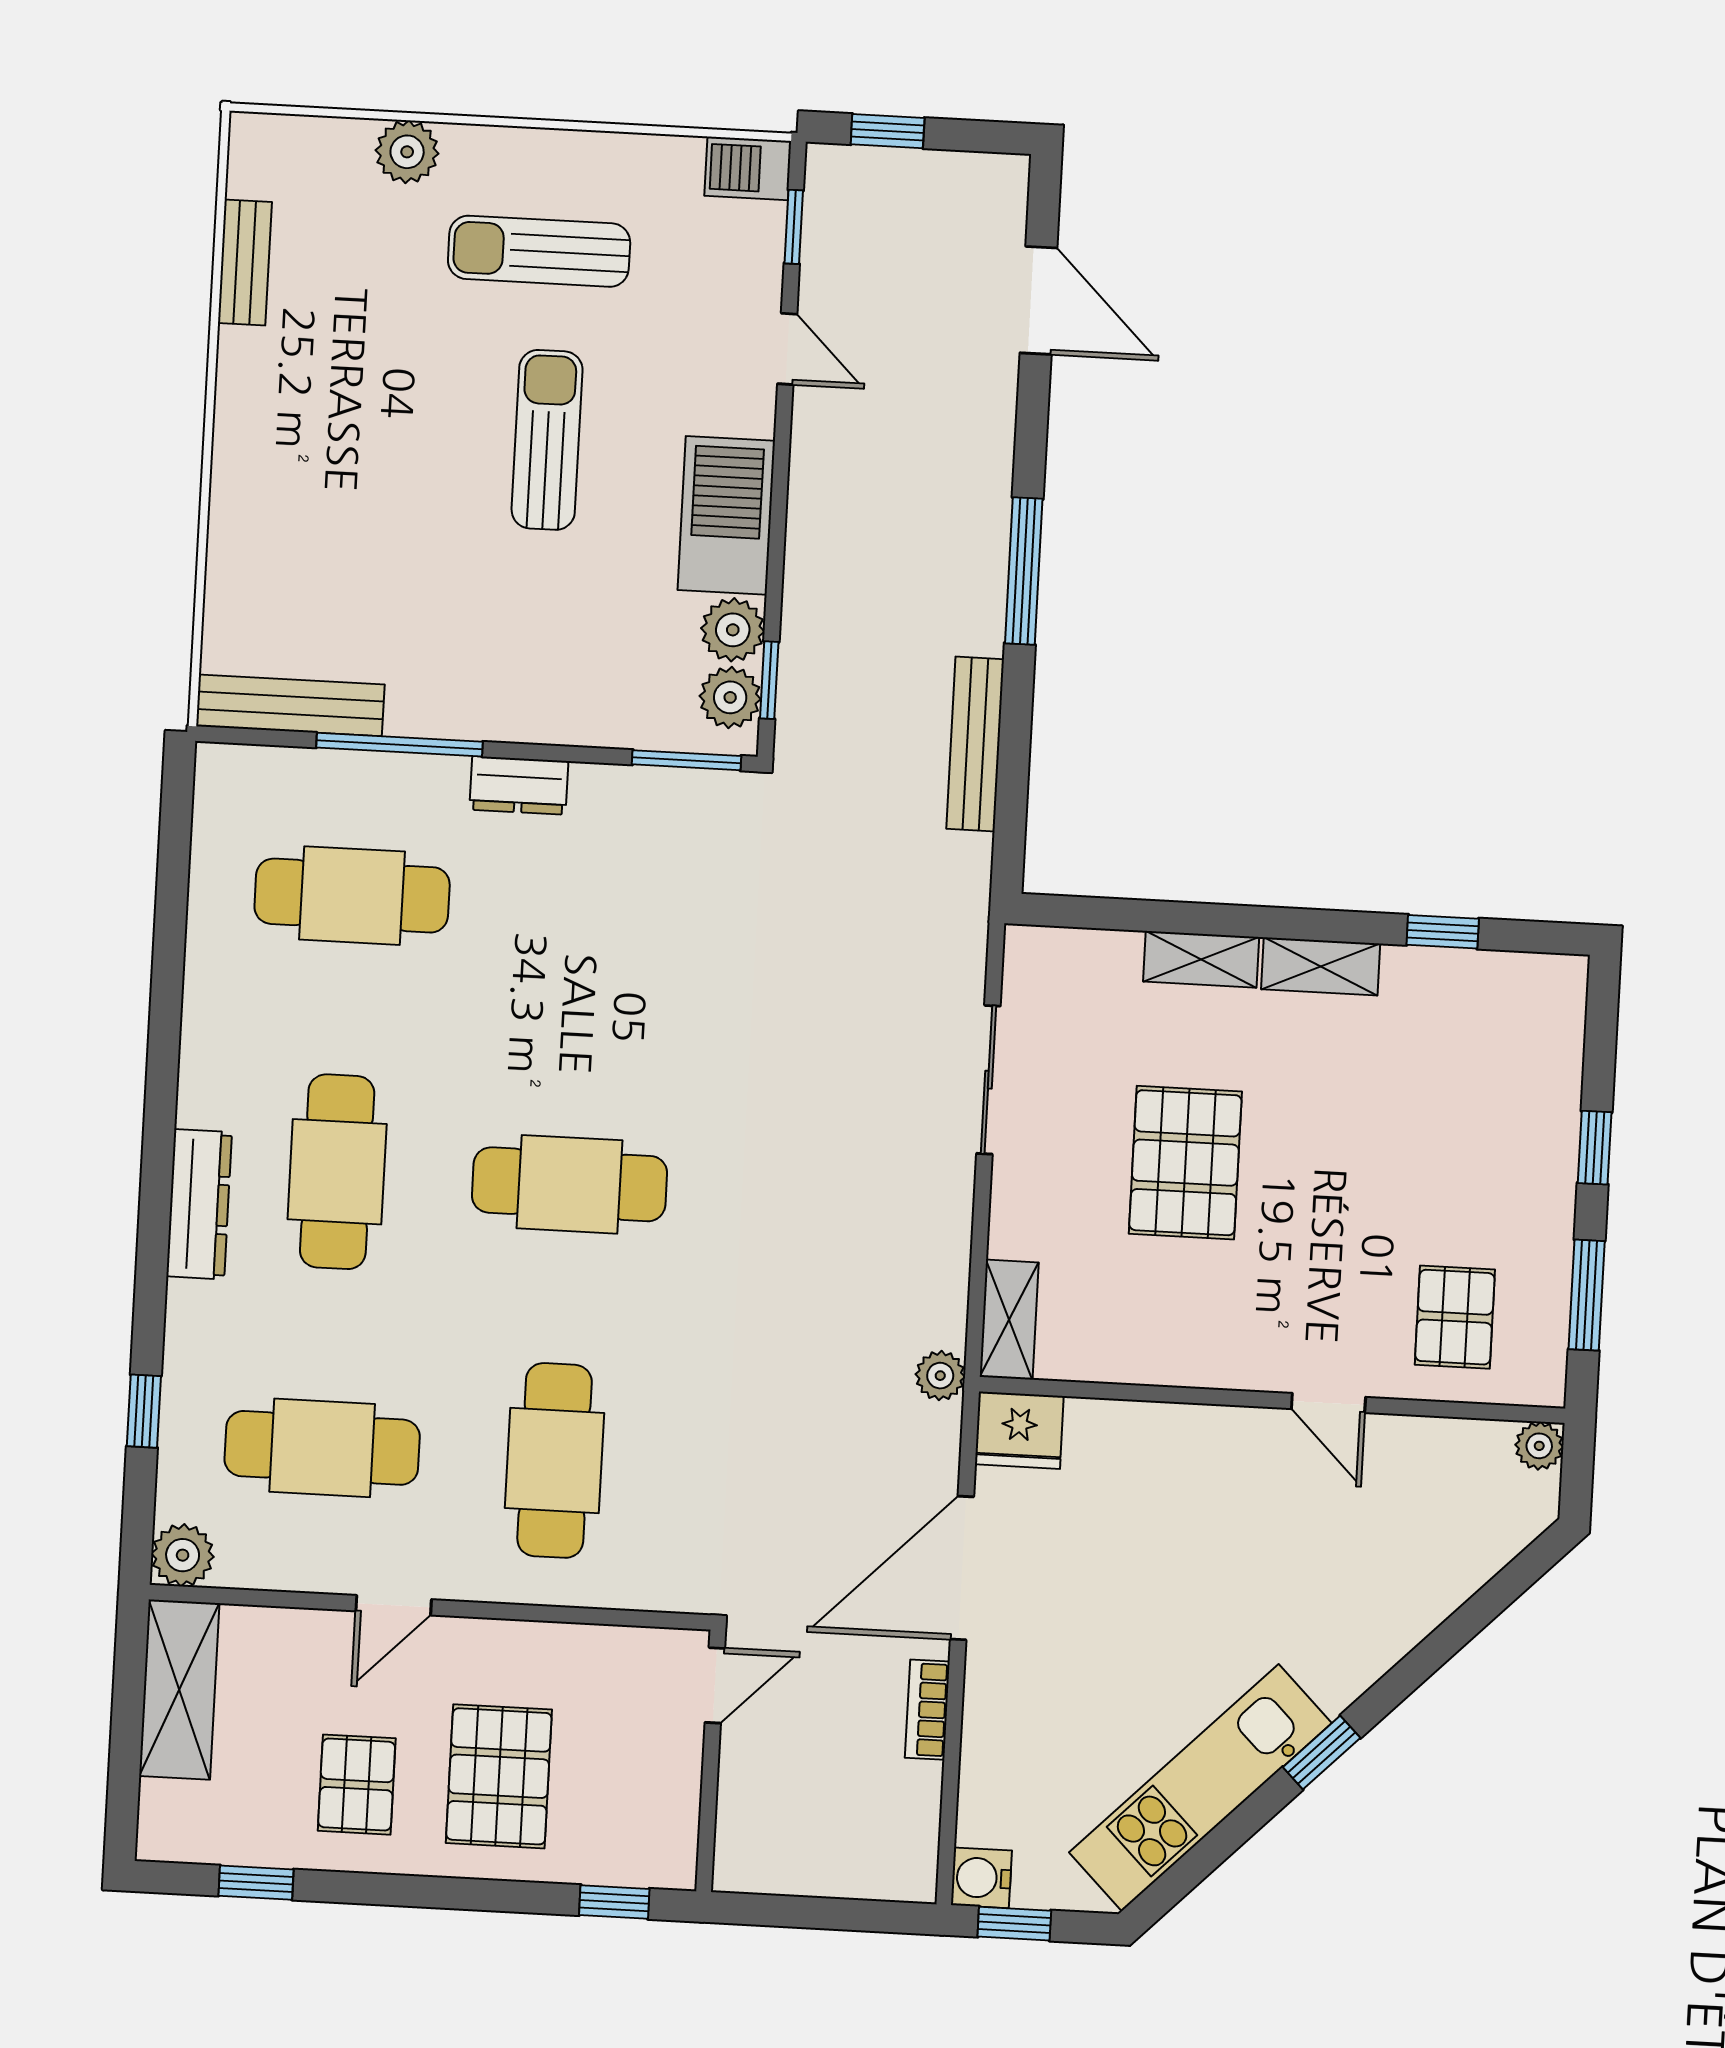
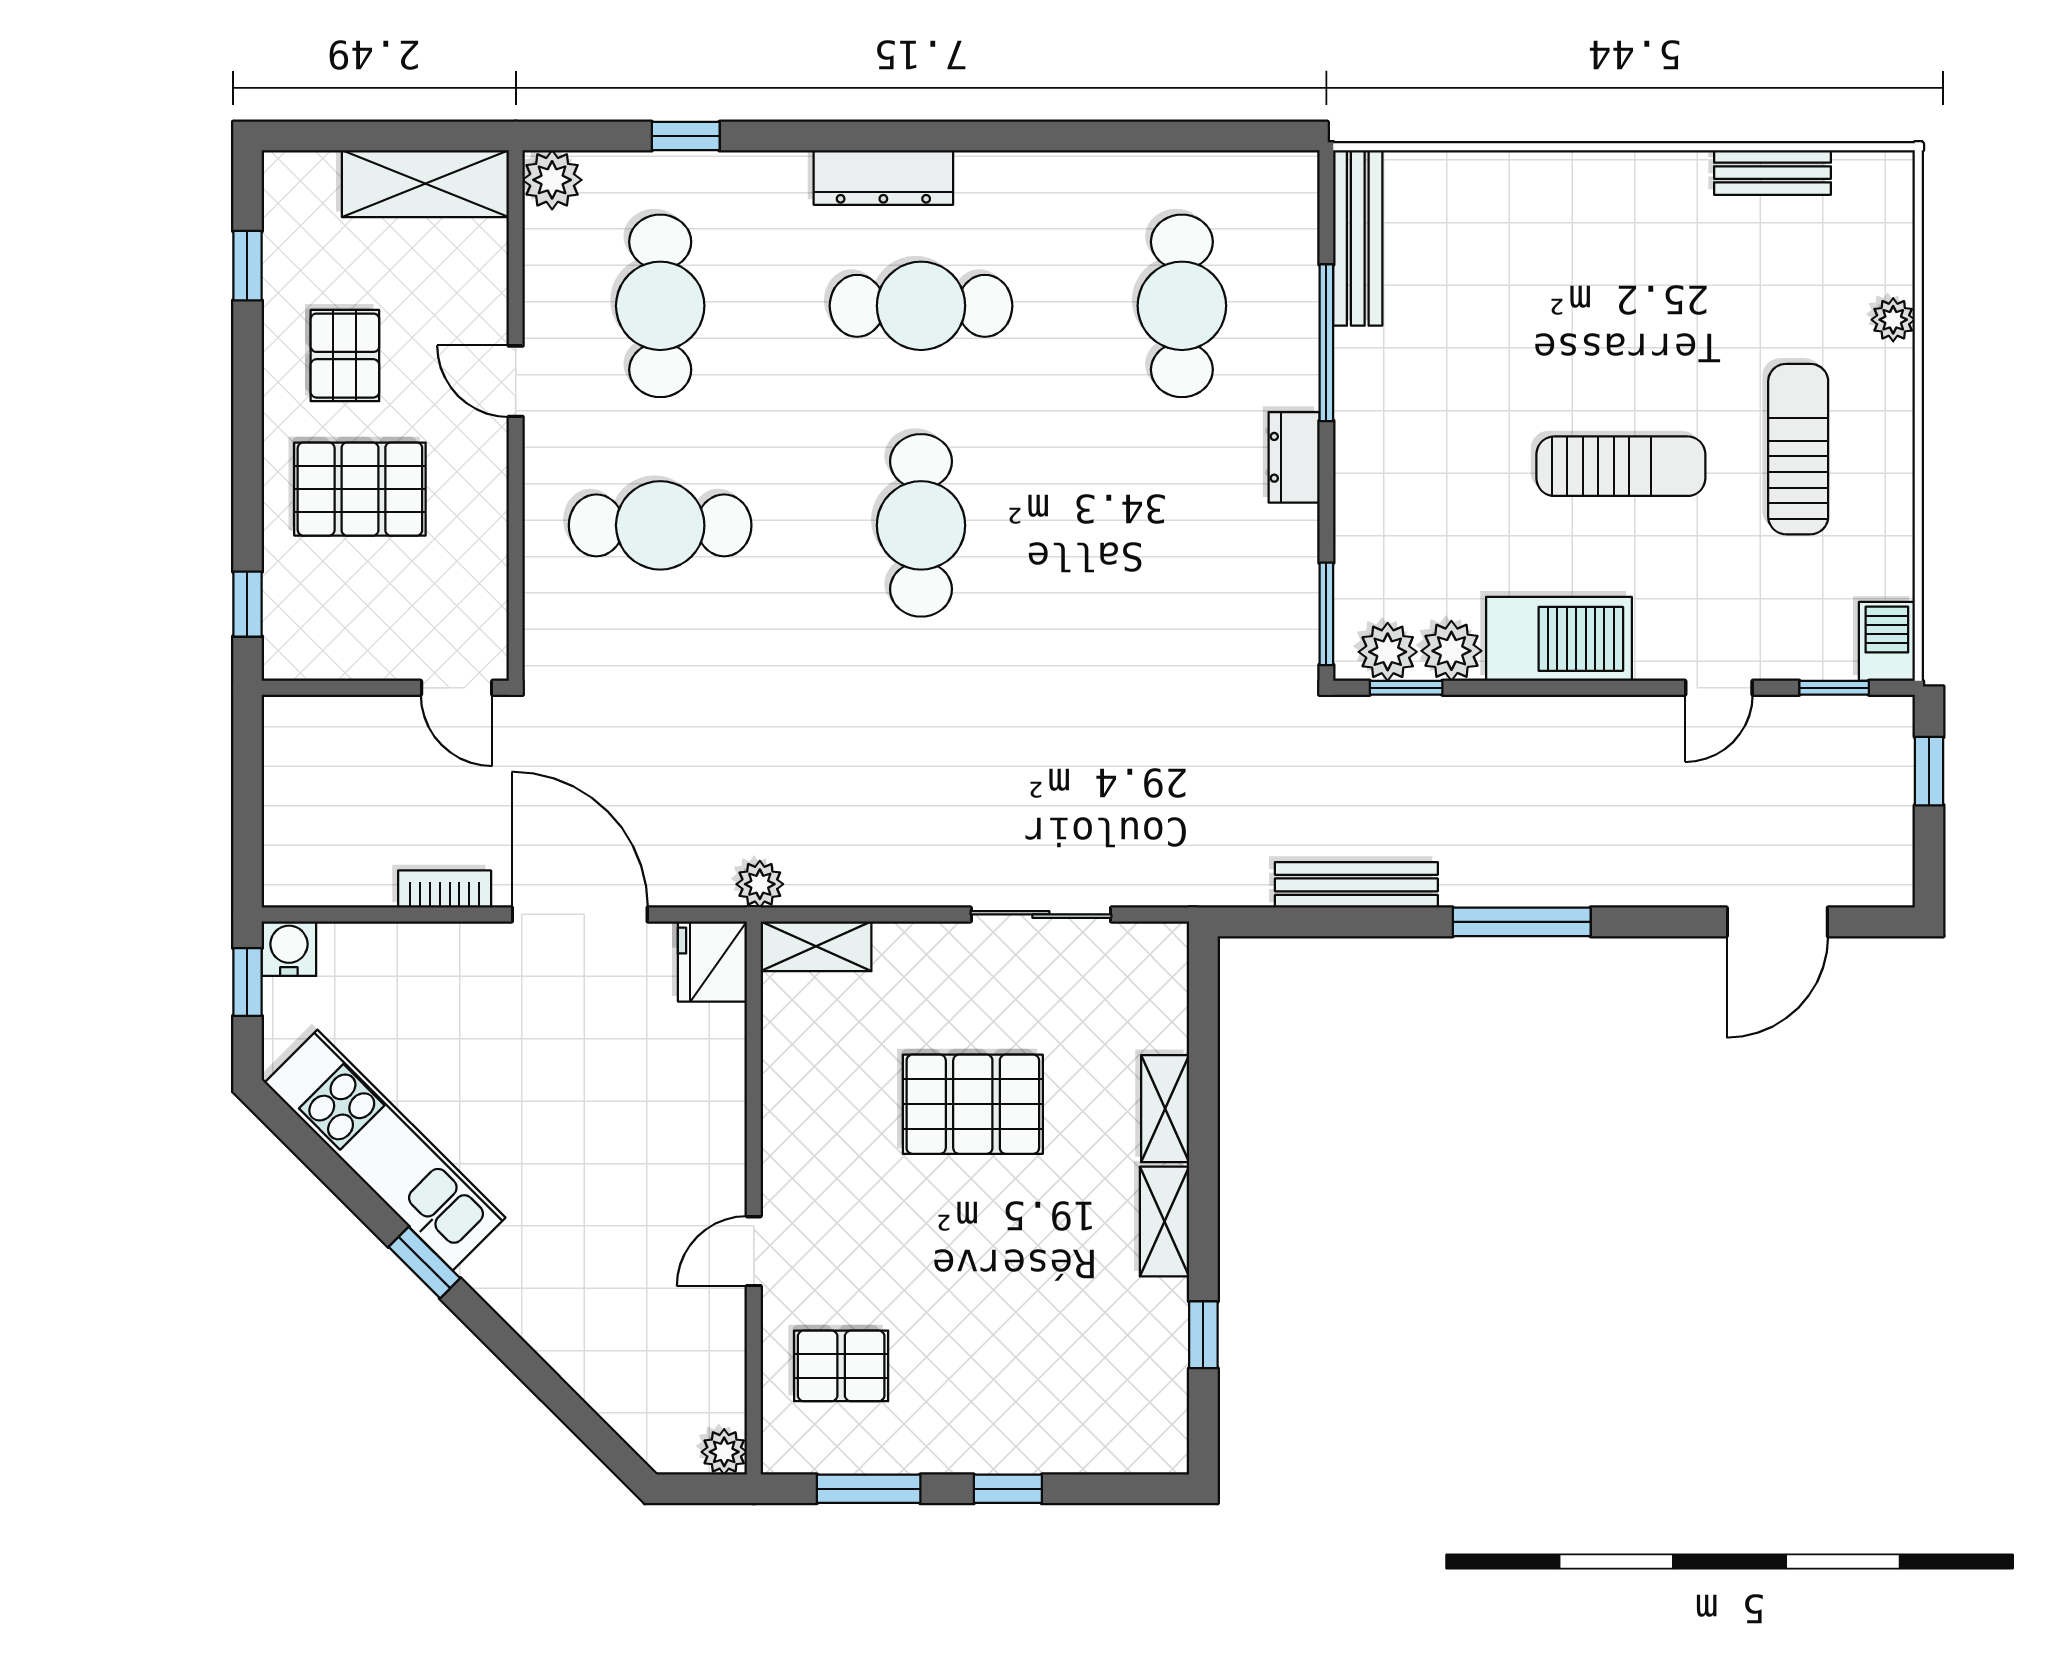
plant: (407, 152) -> (1893, 320), width x0.73, depth x0.73
pallet: (357, 1785) -> (345, 356), turned 90

